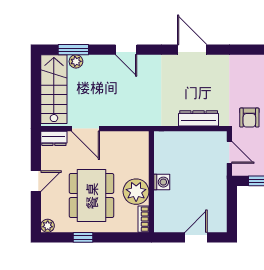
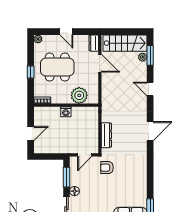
door: (126, 50) -> (150, 89), hinge flipped
door: (86, 129) -> (100, 63), swing flipped
plant: (136, 192) -> (79, 95), moved
window: (83, 237) -> (31, 72), moved
door: (196, 237) -> (31, 134), hinge flipped

